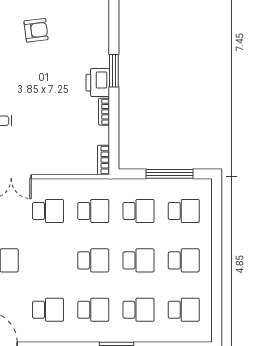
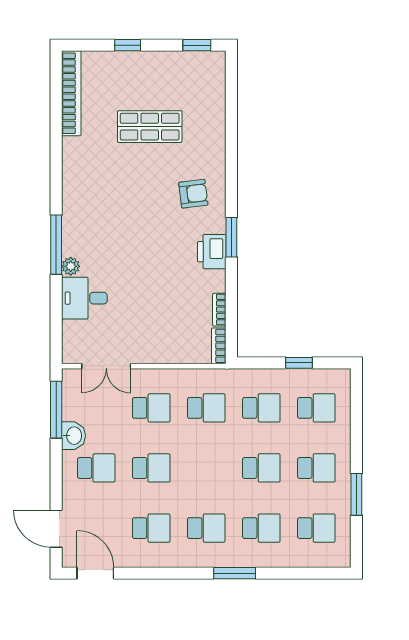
armchair: (36, 30) -> (193, 194), moved
bookcase: (104, 112) -> (219, 310), moved
window: (169, 174) -> (299, 363), width x0.46
school desk: (93, 260) -> (151, 468), moved
window: (217, 282) -> (356, 494), added

